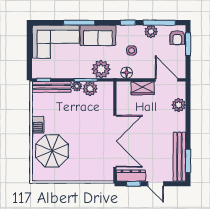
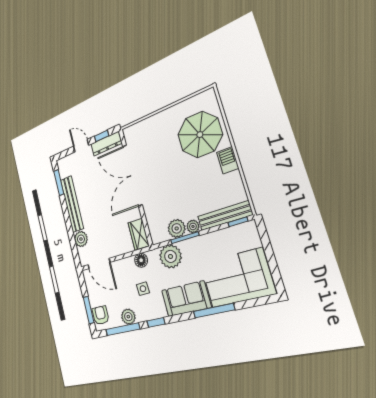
wardrobe: (143, 88) -> (139, 234), moved, turned -90
bench: (179, 157) -> (72, 204), moved

